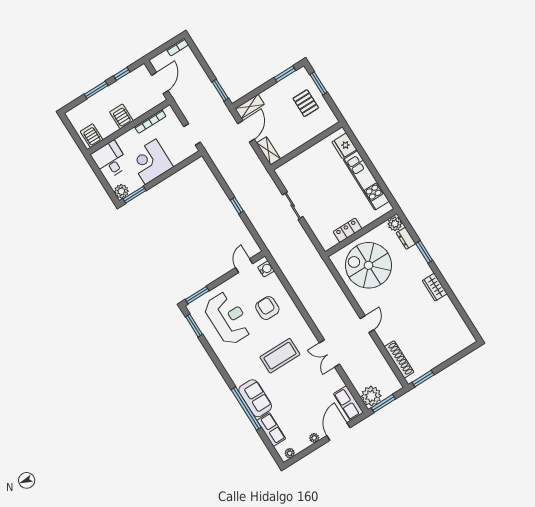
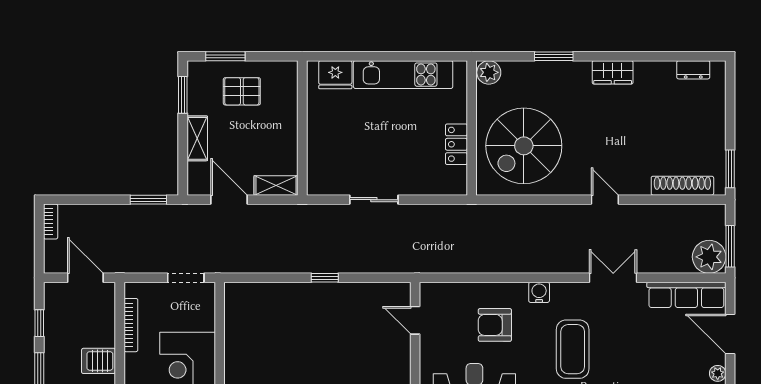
shelving: (250, 106) -> (197, 138), moved
dresser: (406, 238) -> (693, 70), moved
water cooler: (266, 269) -> (539, 292), moved
double door: (330, 353) -> (613, 278), swing flipped
row of seats: (348, 403) -> (686, 295), width x1.48

